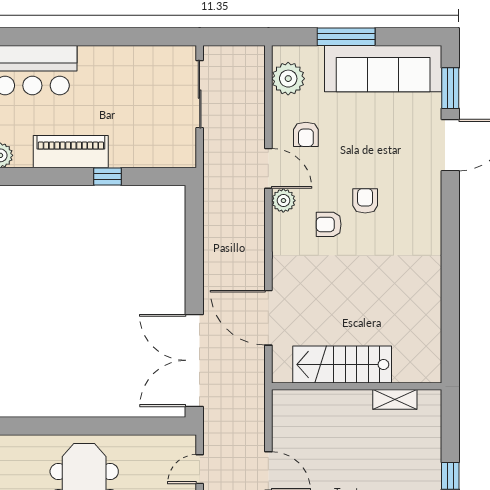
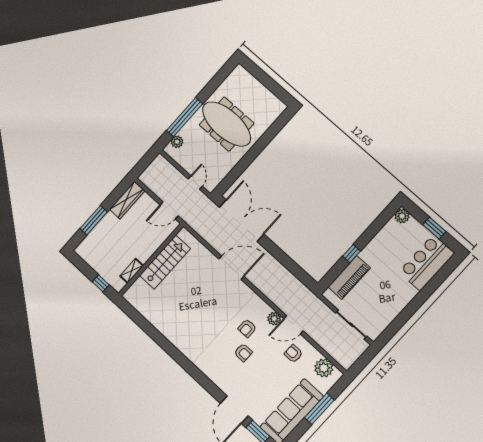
piano: (71, 152) -> (349, 277), moved
armchair: (329, 224) -> (247, 328), turned 180
stairs: (342, 365) -> (165, 262), moved
wall: (357, 386) -> (151, 260), moved
shelving: (395, 399) -> (132, 271), moved

